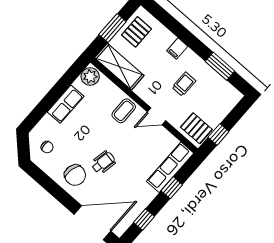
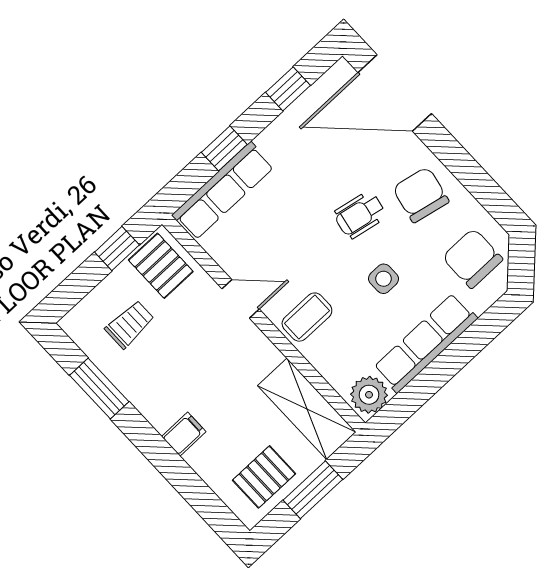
trolley: (184, 84) -> (130, 324), moved, turned 180
row of seats: (66, 104) -> (425, 343), width x1.48
side table: (89, 133) -> (384, 279), added
chair: (47, 147) -> (472, 258), width x1.87, depth x1.87

